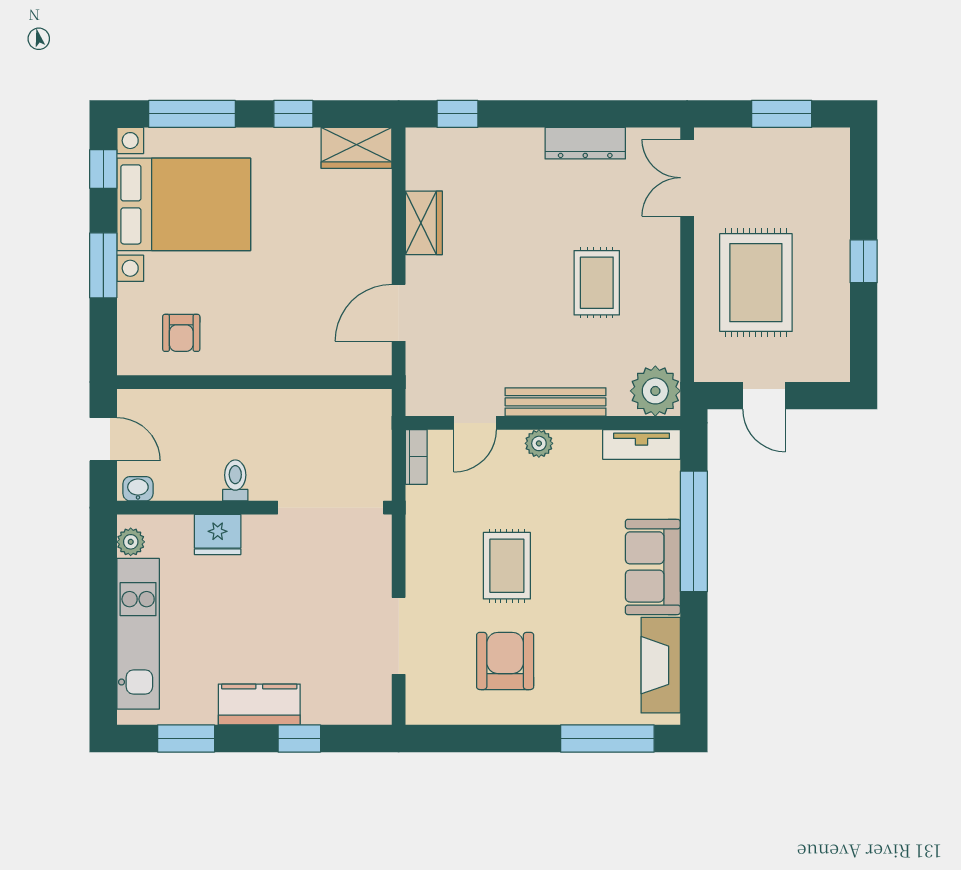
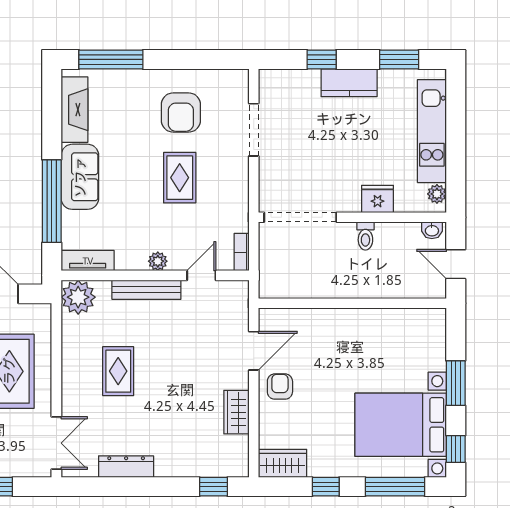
armchair: (181, 333) -> (280, 387), moved

